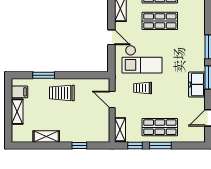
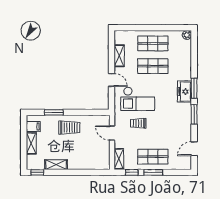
freezer: (197, 84) -> (184, 91), moved
trolley: (62, 93) -> (69, 128), turned 180
window: (79, 146) -> (37, 172), moved

